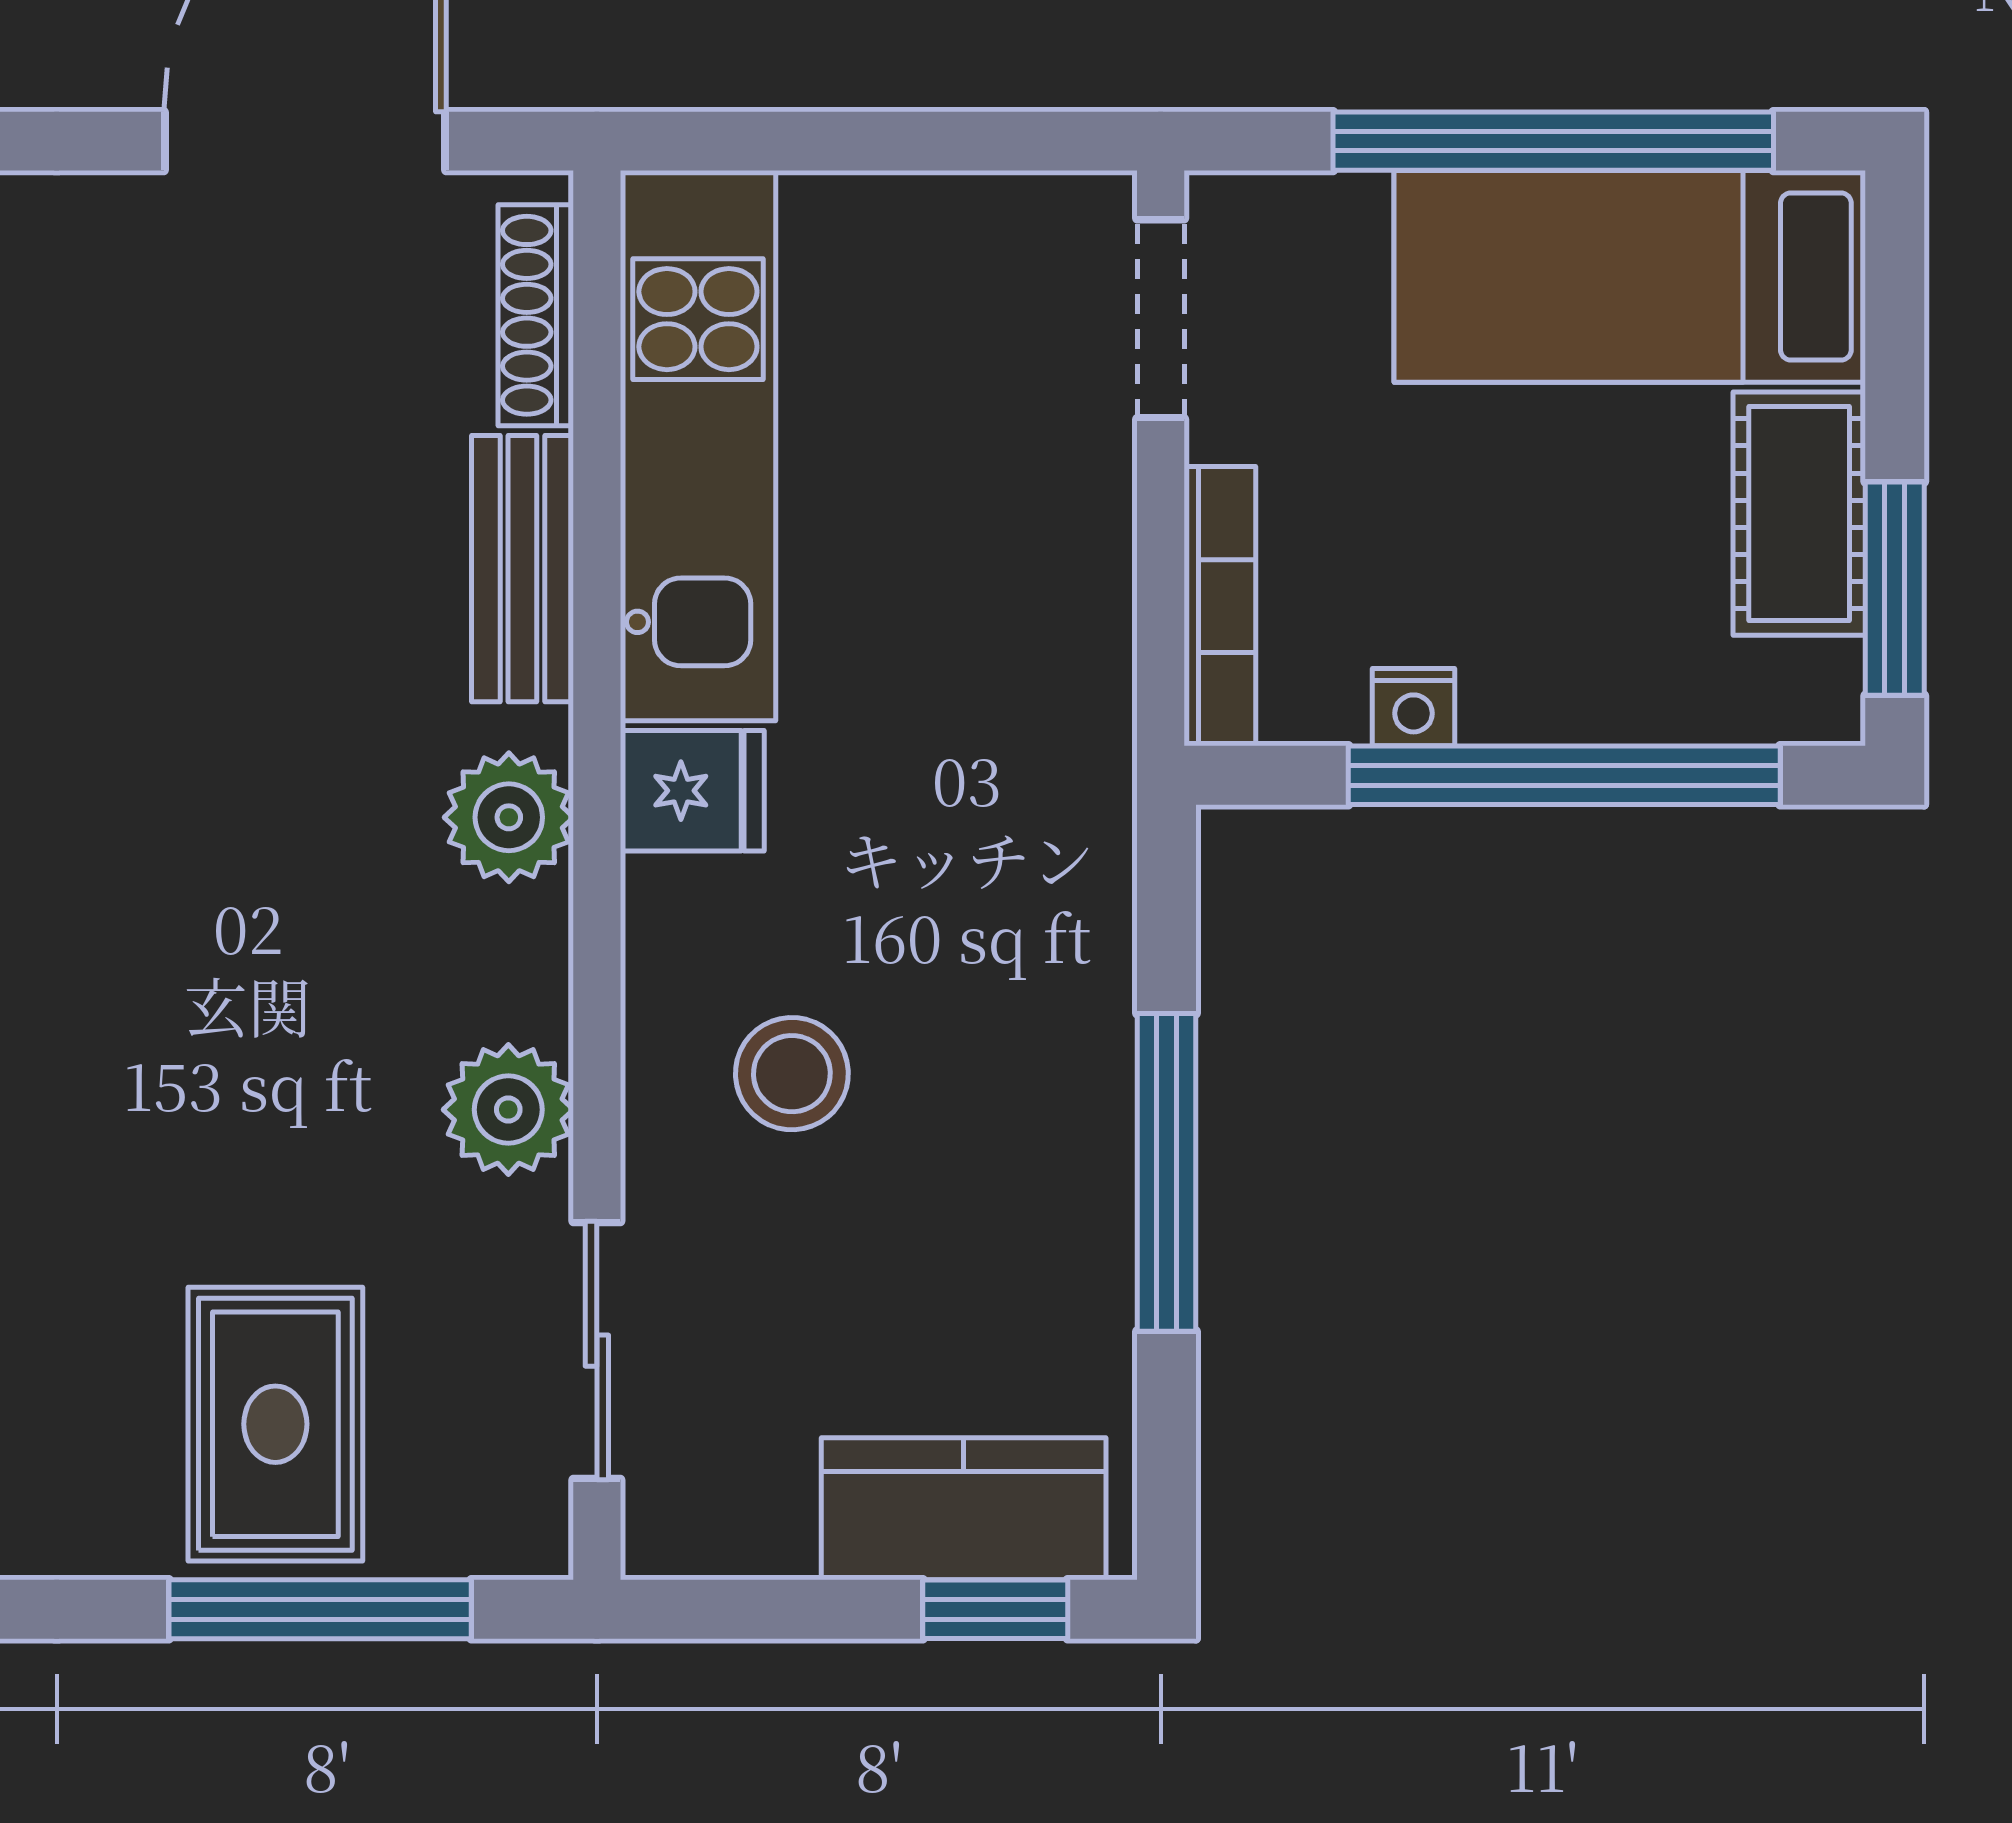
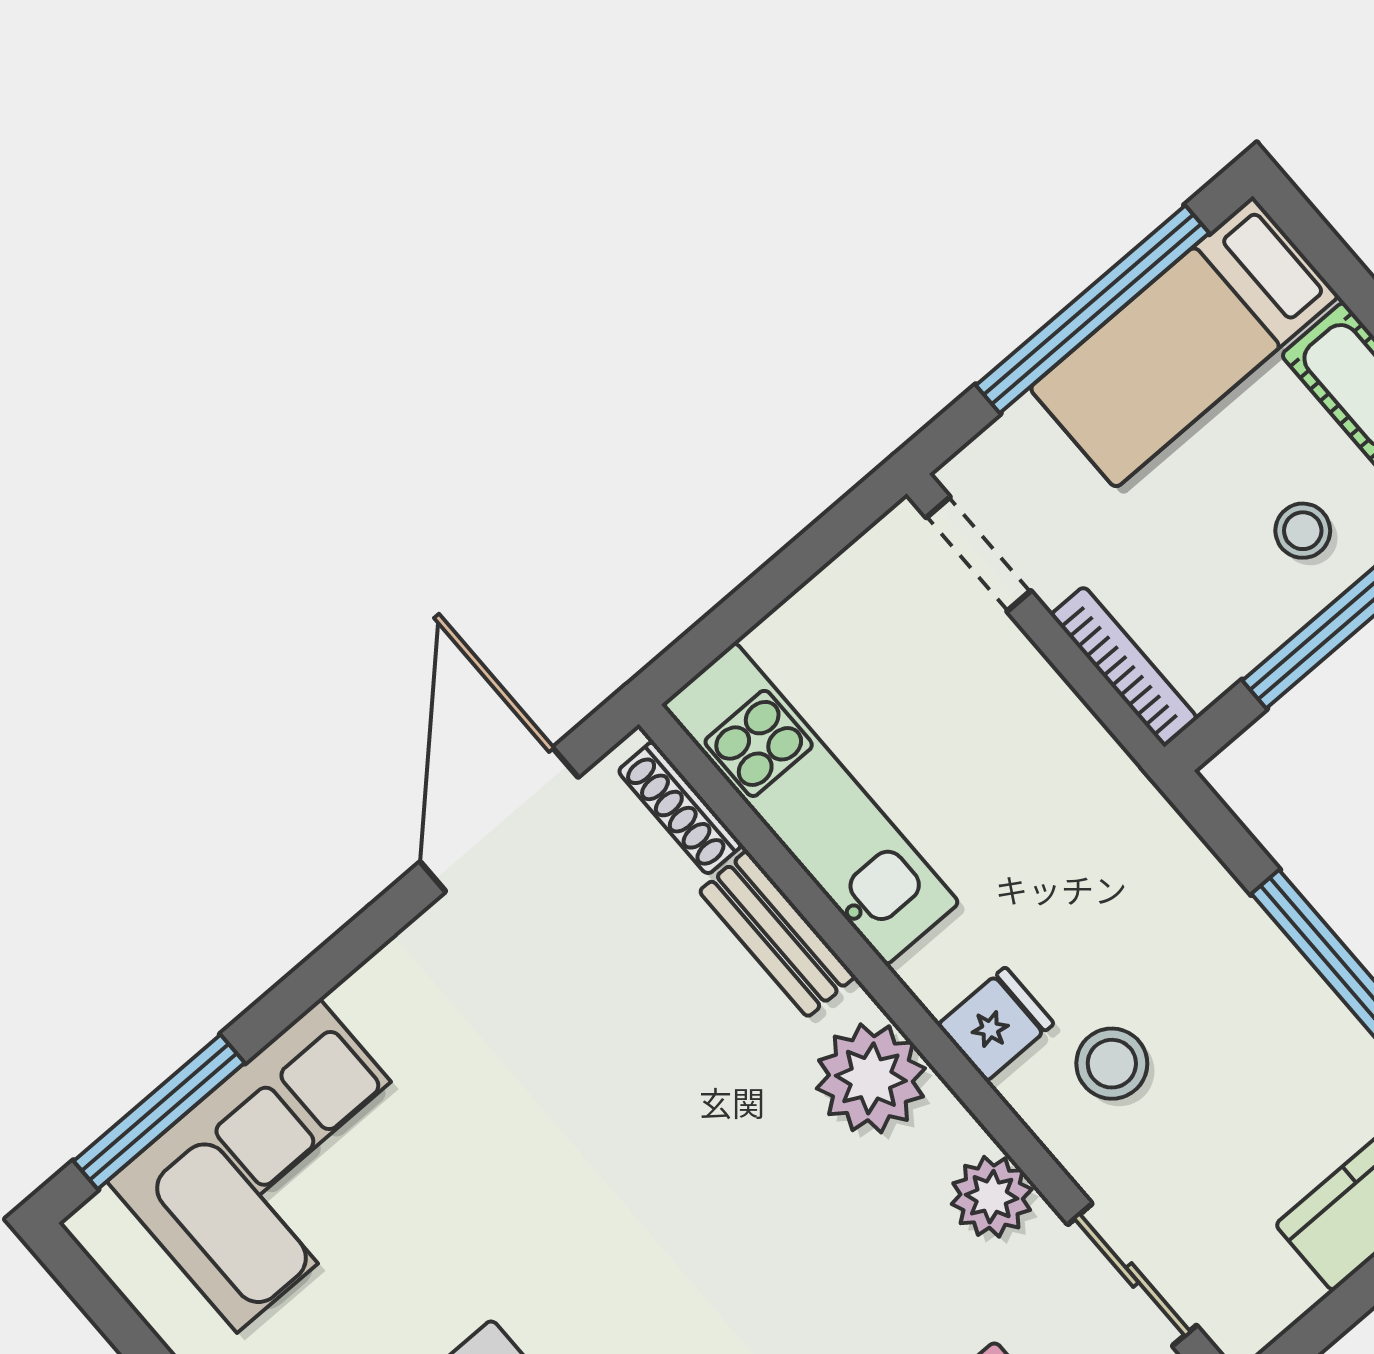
stool: (1577, 628) -> (1303, 531), added
nightstand: (1414, 707) -> (1257, 635), removed
fridge: (692, 791) -> (996, 1024), moved
plant: (509, 817) -> (871, 1078), width x1.36, depth x1.36

